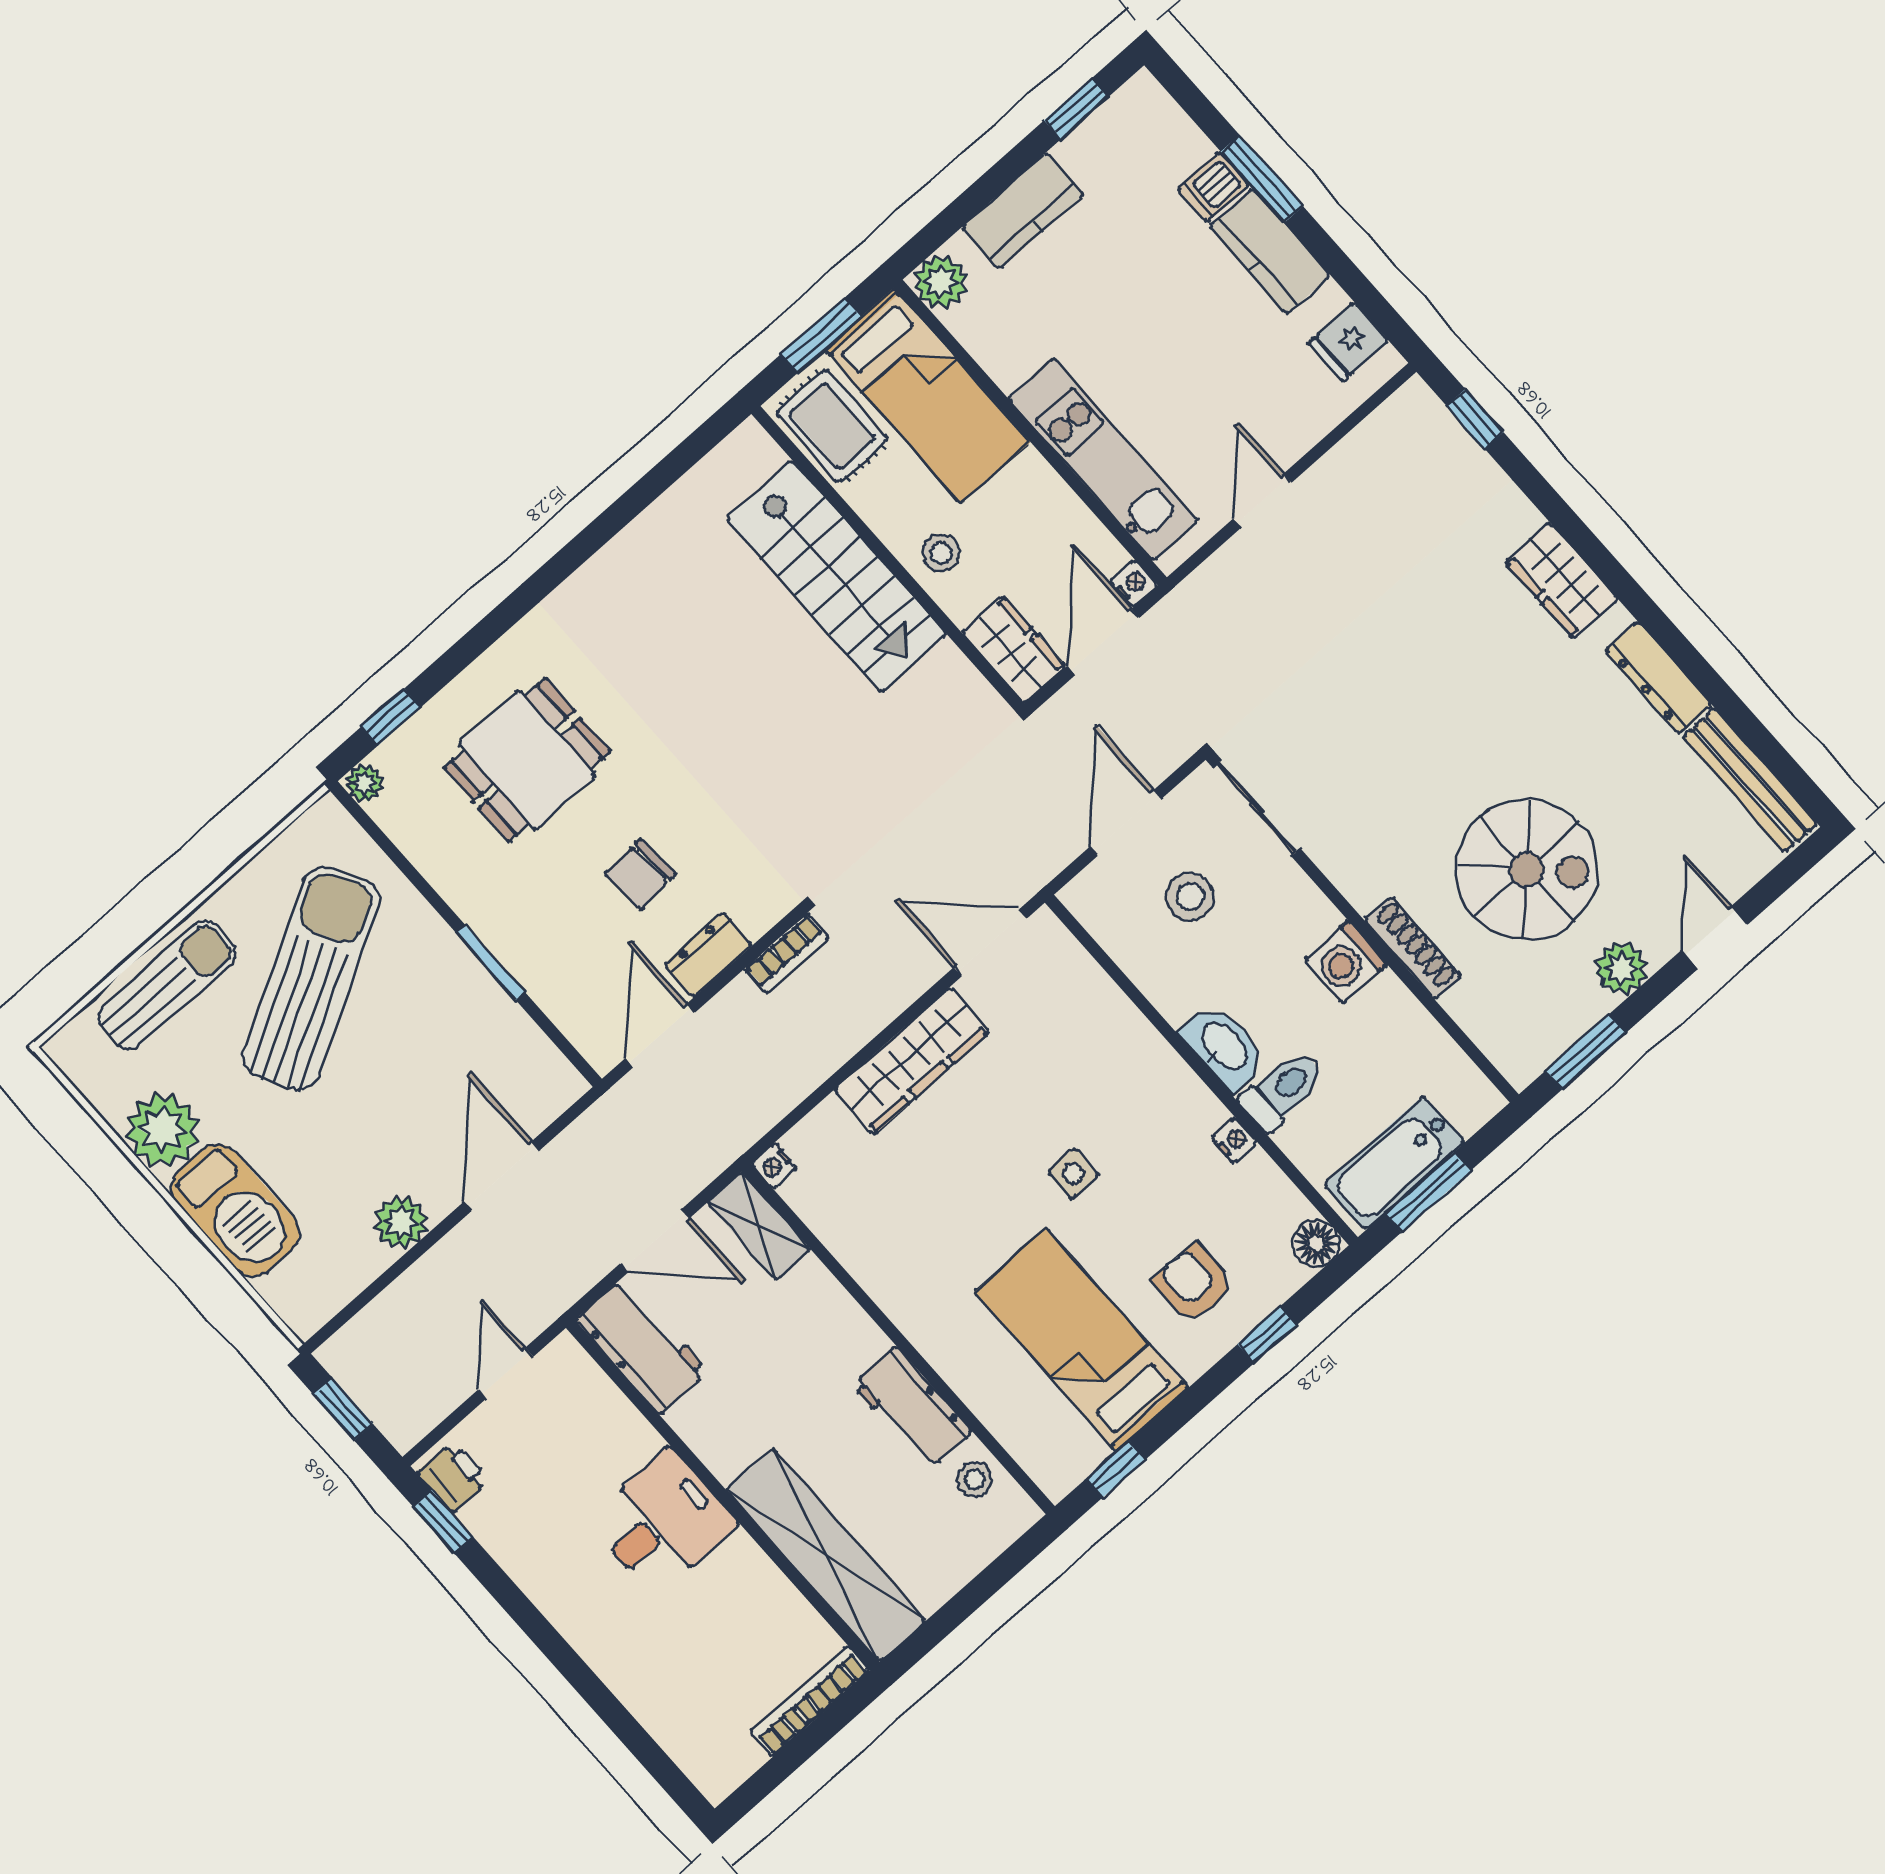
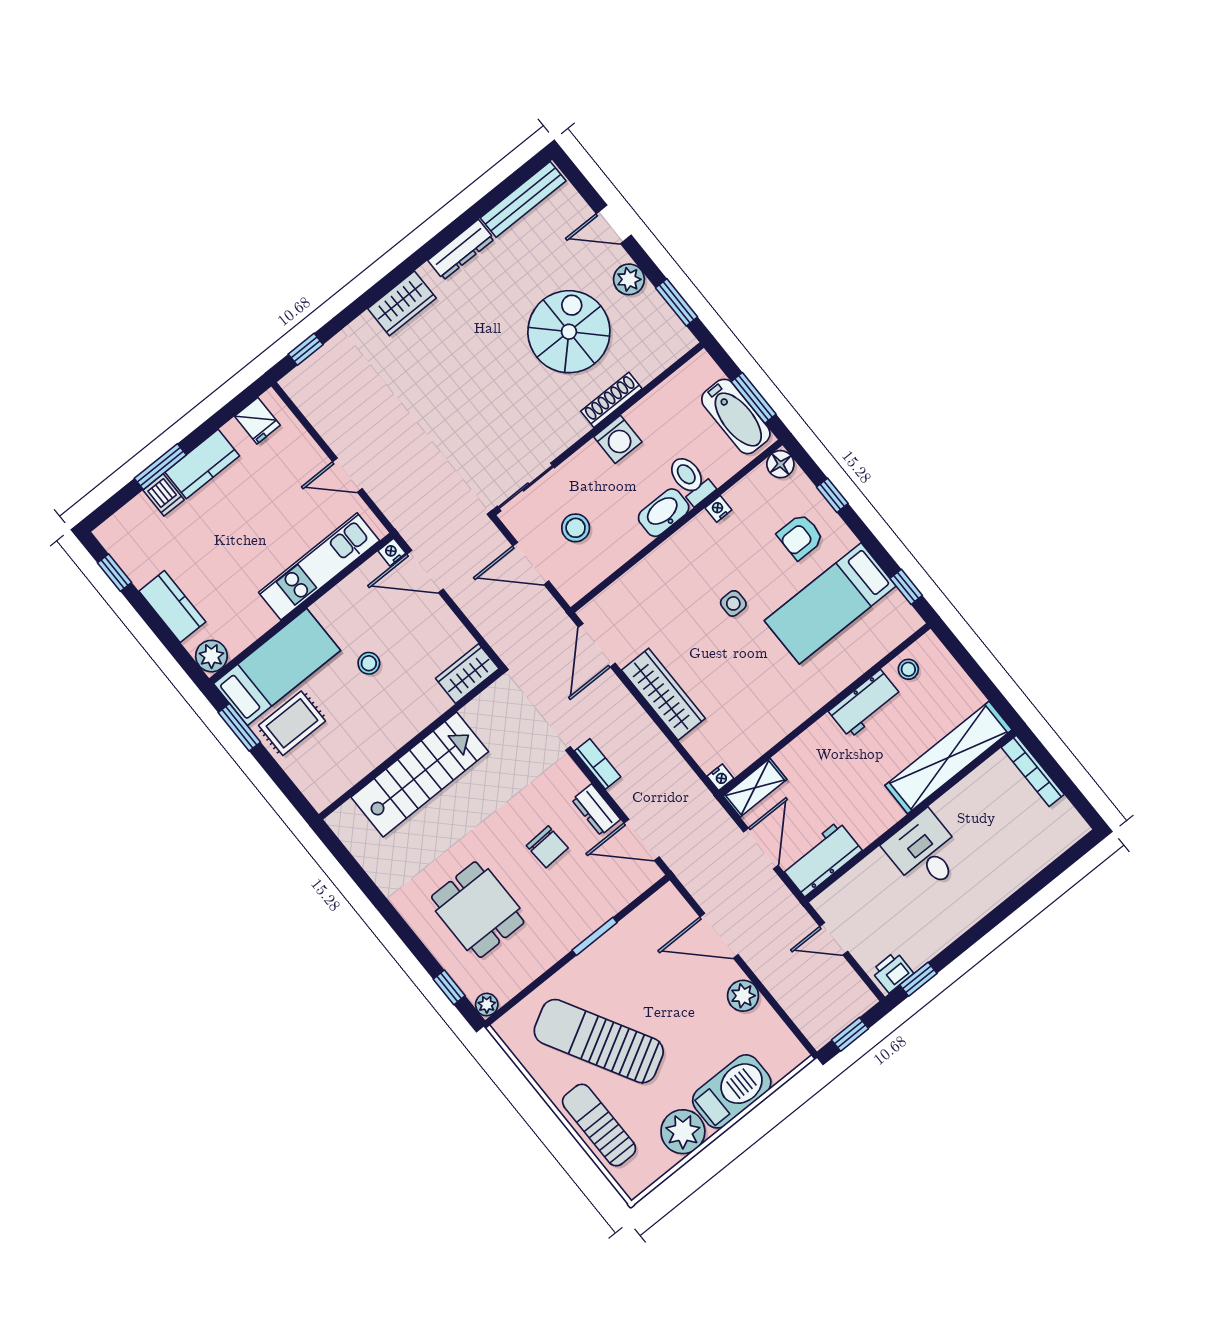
wall: (888, 559) -> (411, 744), moved
stairs: (837, 576) -> (420, 774), moved
wardrobe: (1014, 650) -> (467, 674), moved

